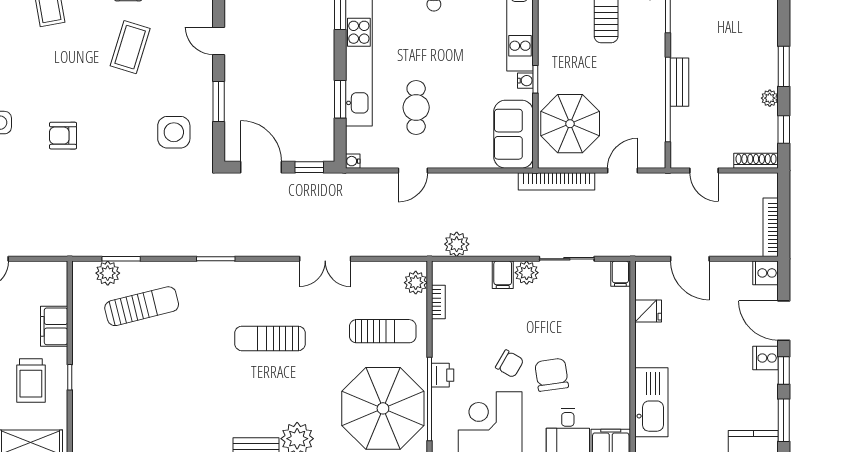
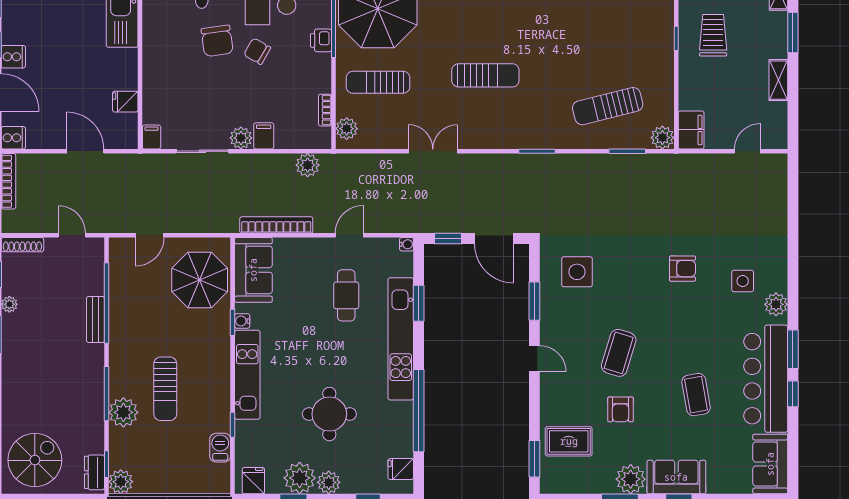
bookcase: (557, 181) -> (276, 225), moved
plant: (108, 273) -> (662, 138), moved
filing cabinet: (54, 326) -> (691, 130), moved

